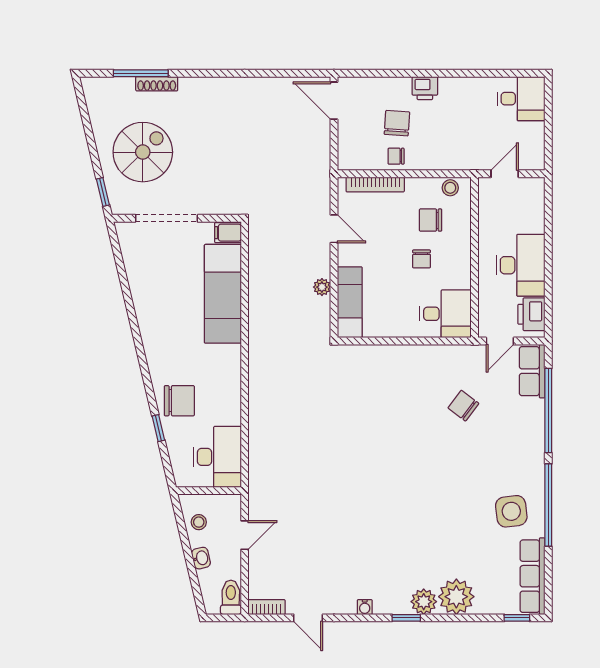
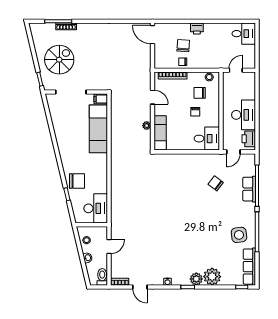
row of seats: (532, 371) -> (249, 189), moved

